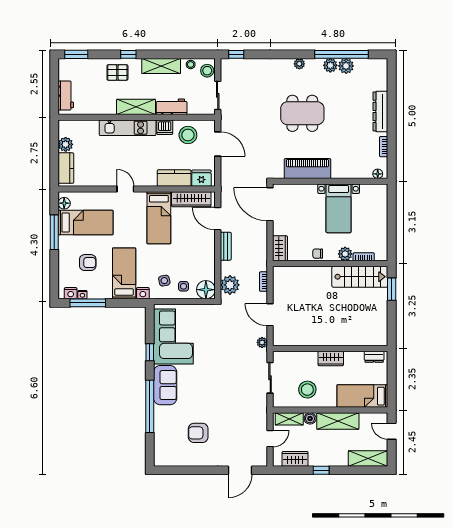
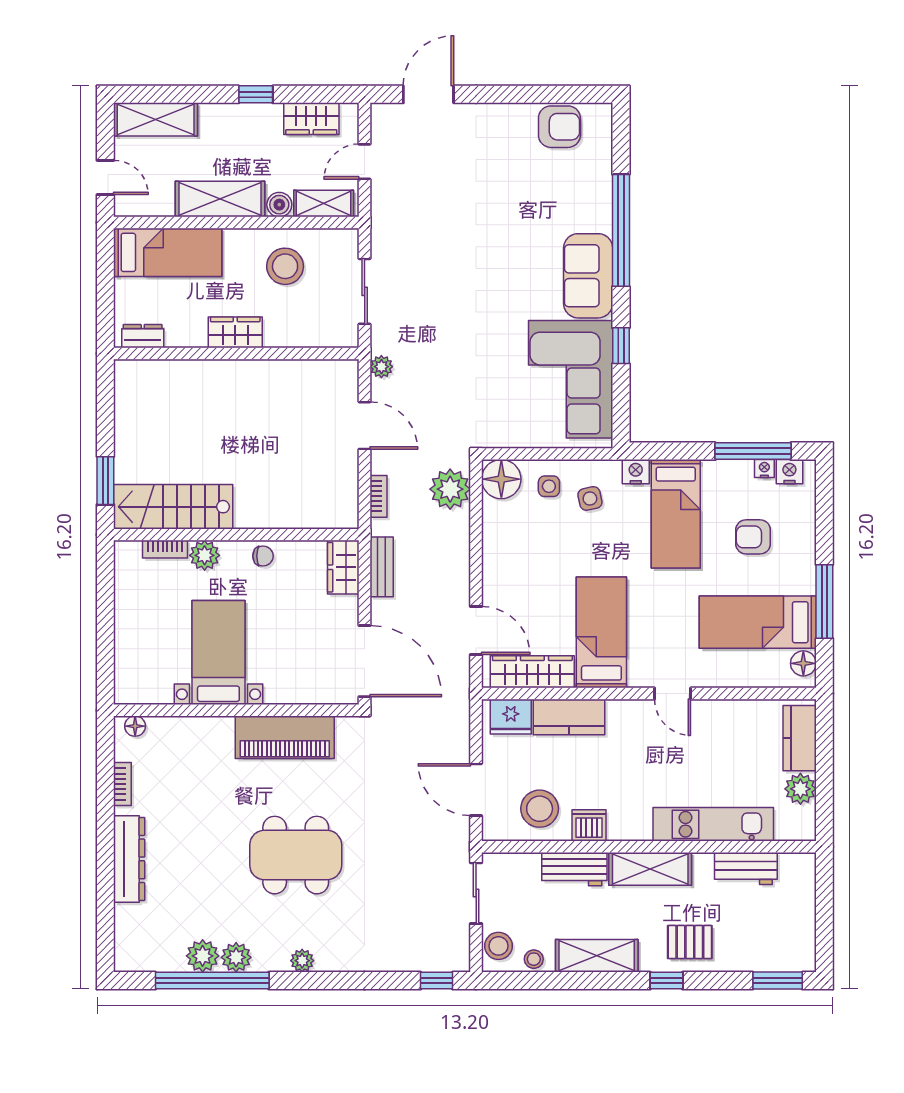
workbench: (66, 96) -> (746, 868), moved, turned -90
kitchen unit: (128, 128) -> (713, 824), moved
bench: (226, 246) -> (382, 567), moved
armchair: (198, 433) -> (559, 127), moved

